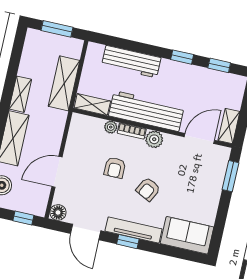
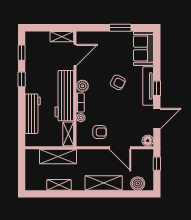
window: (57, 29) -> (22, 170), removed
shelving: (20, 94) -> (59, 185), moved
door: (199, 139) -> (75, 55), swing flipped
armchair: (115, 168) -> (100, 132), moved
window: (231, 176) -> (120, 28), moved

